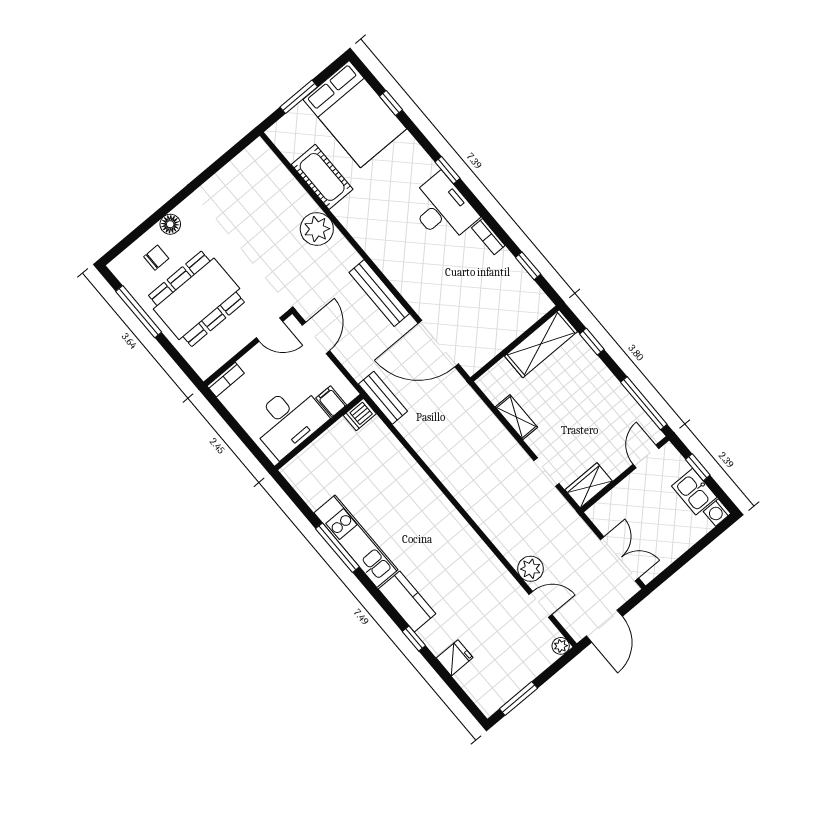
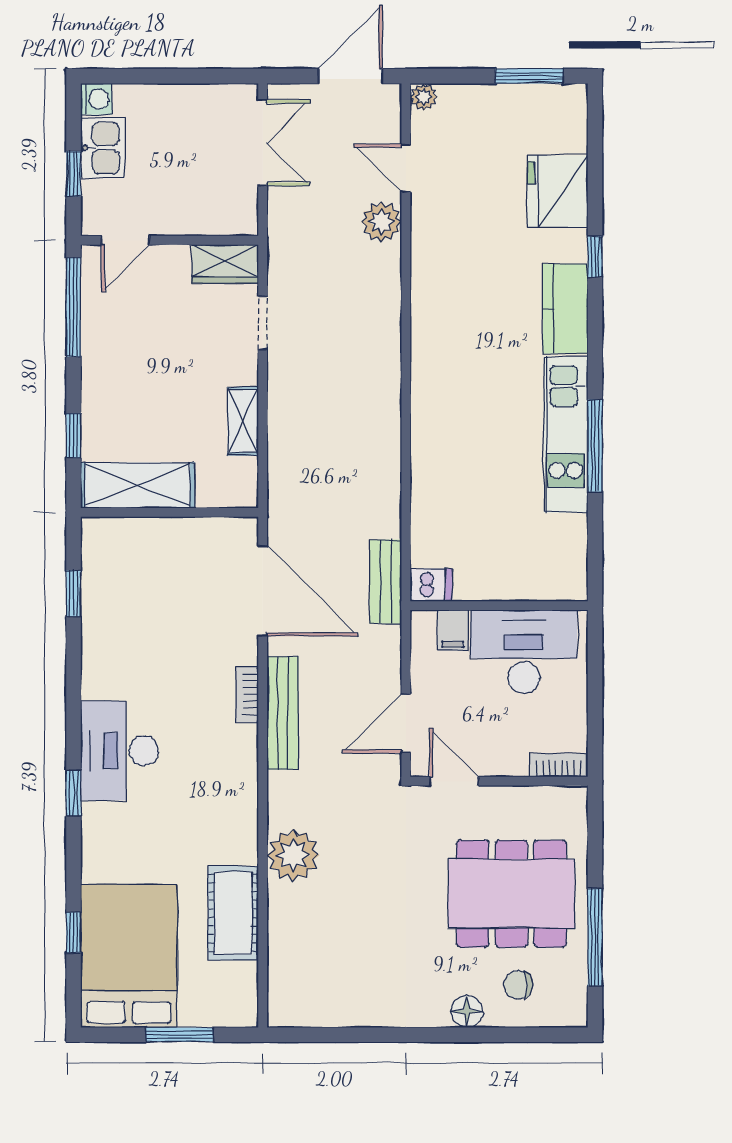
bookcase: (488, 237) -> (247, 694), moved, turned 180
double door: (619, 559) -> (263, 143), swing flipped
fridge: (455, 658) -> (558, 191), width x1.88, depth x1.34

